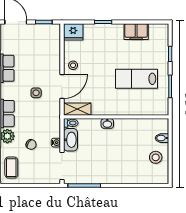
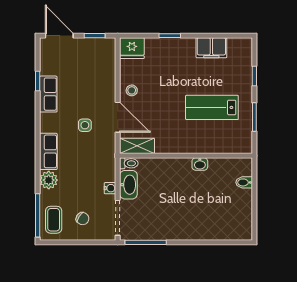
door: (62, 87) -> (118, 117), hinge flipped
washbasin: (107, 123) -> (200, 164), moved
chair: (31, 144) -> (82, 219), moved
stool: (156, 157) -> (236, 207), removed

